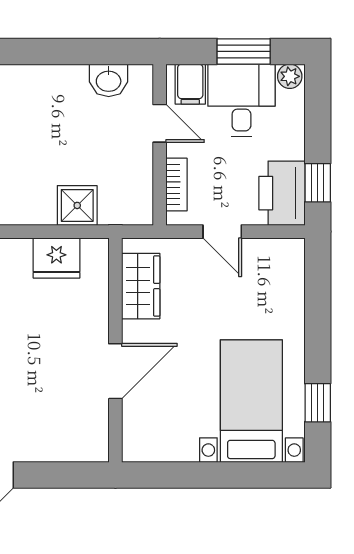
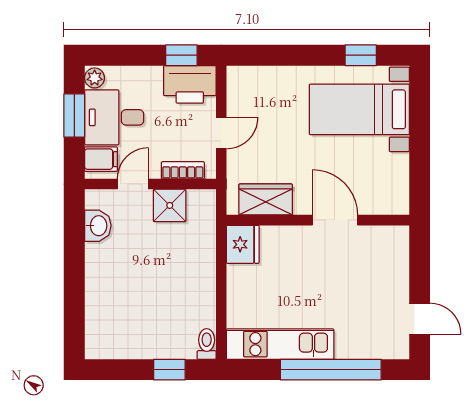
shower: (77, 205) -> (170, 205), moved
fridge: (56, 258) -> (243, 244), moved

